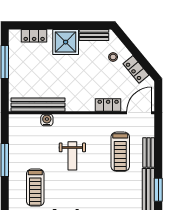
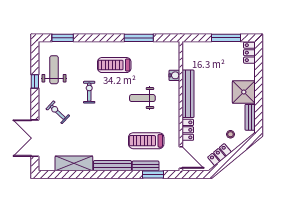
locker: (34, 36) -> (249, 53), moved
bench: (38, 105) -> (188, 94), moved
window: (158, 190) -> (153, 175), moved

